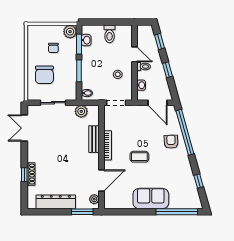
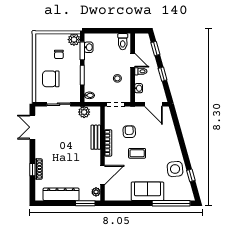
toilet: (110, 34) -> (123, 42), moved
chair: (44, 75) -> (51, 79), turned 90
window: (185, 132) -> (178, 131), removed
armchair: (171, 142) -> (129, 132), moved
side table: (181, 174) -> (175, 169), added

